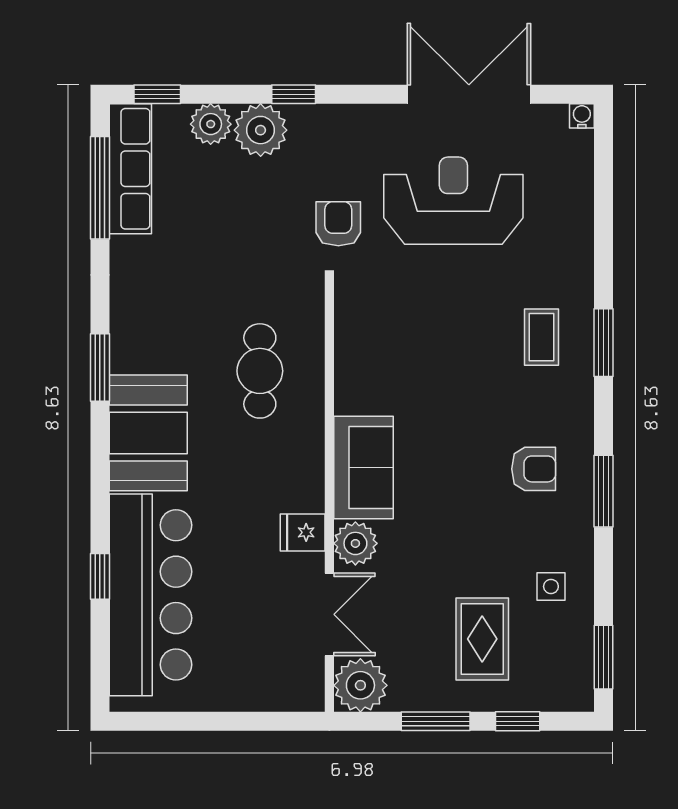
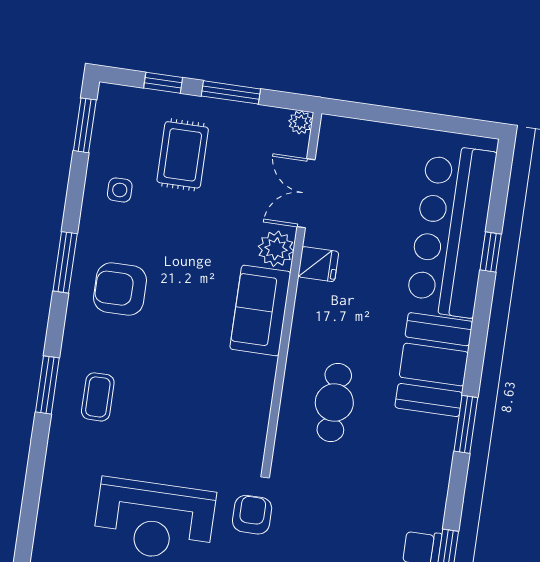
armchair: (338, 224) -> (252, 515), turned 180
armchair: (534, 469) -> (120, 289), width x1.38, depth x1.38
plant: (360, 685) -> (300, 122), width x0.53, depth x0.53

